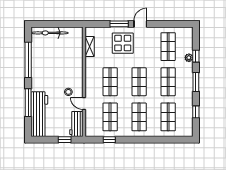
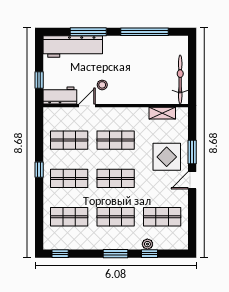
door: (140, 24) -> (192, 180), swing flipped
bicycle: (50, 33) -> (180, 79), moved
window: (196, 112) -> (60, 254), moved
window: (109, 140) -> (39, 170), moved

